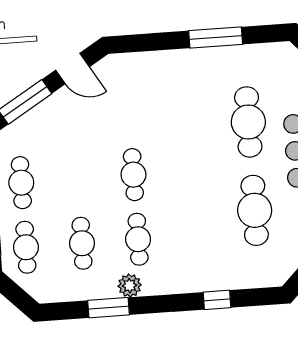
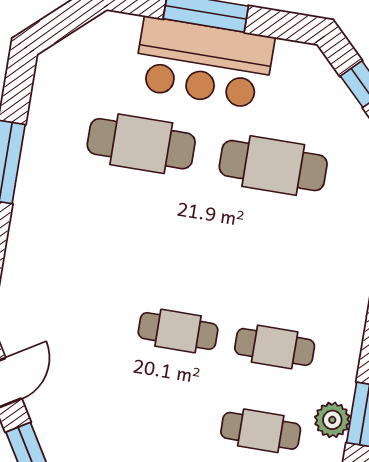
plant: (130, 286) -> (332, 420), moved

